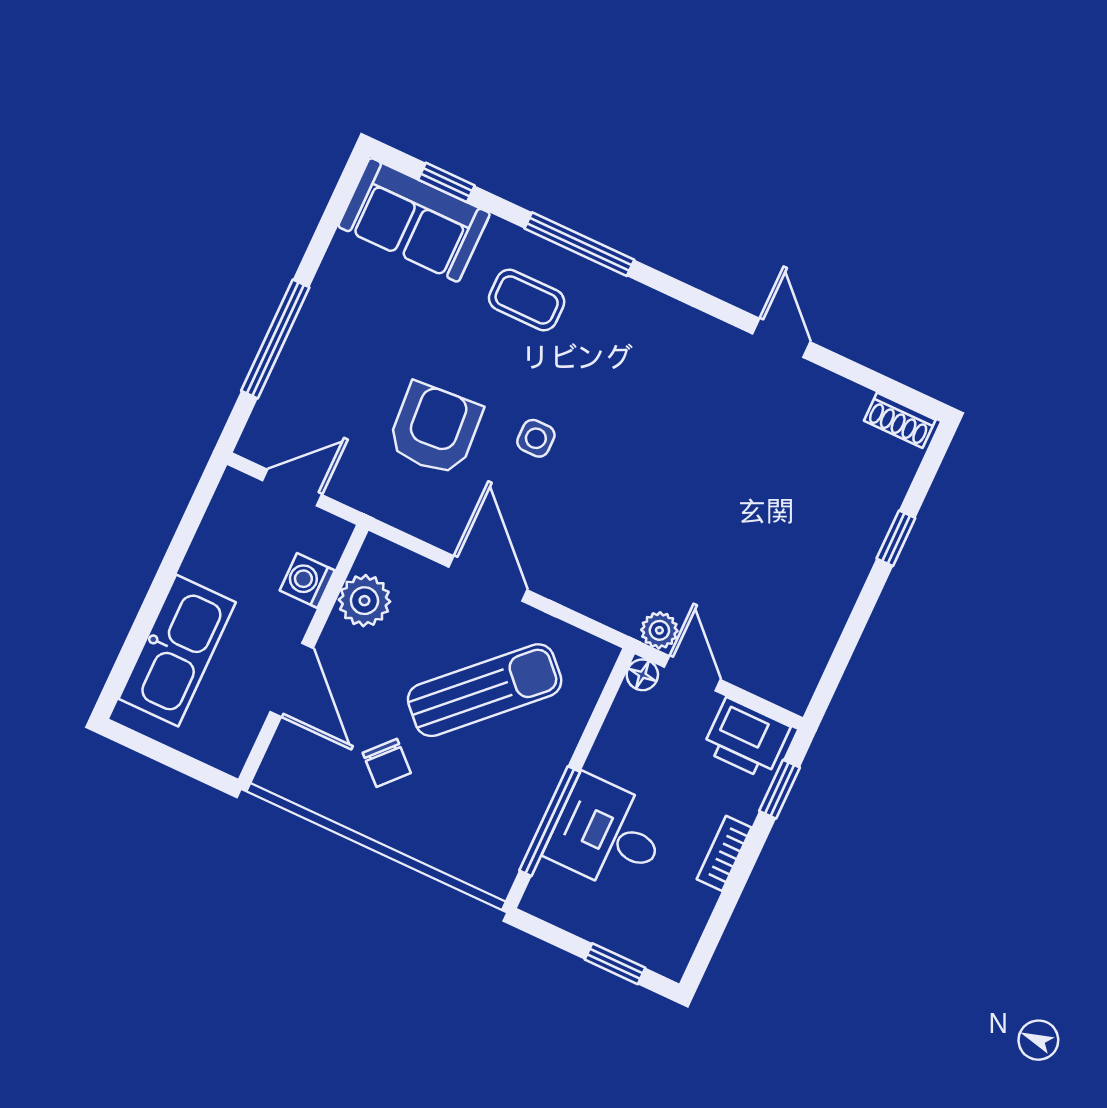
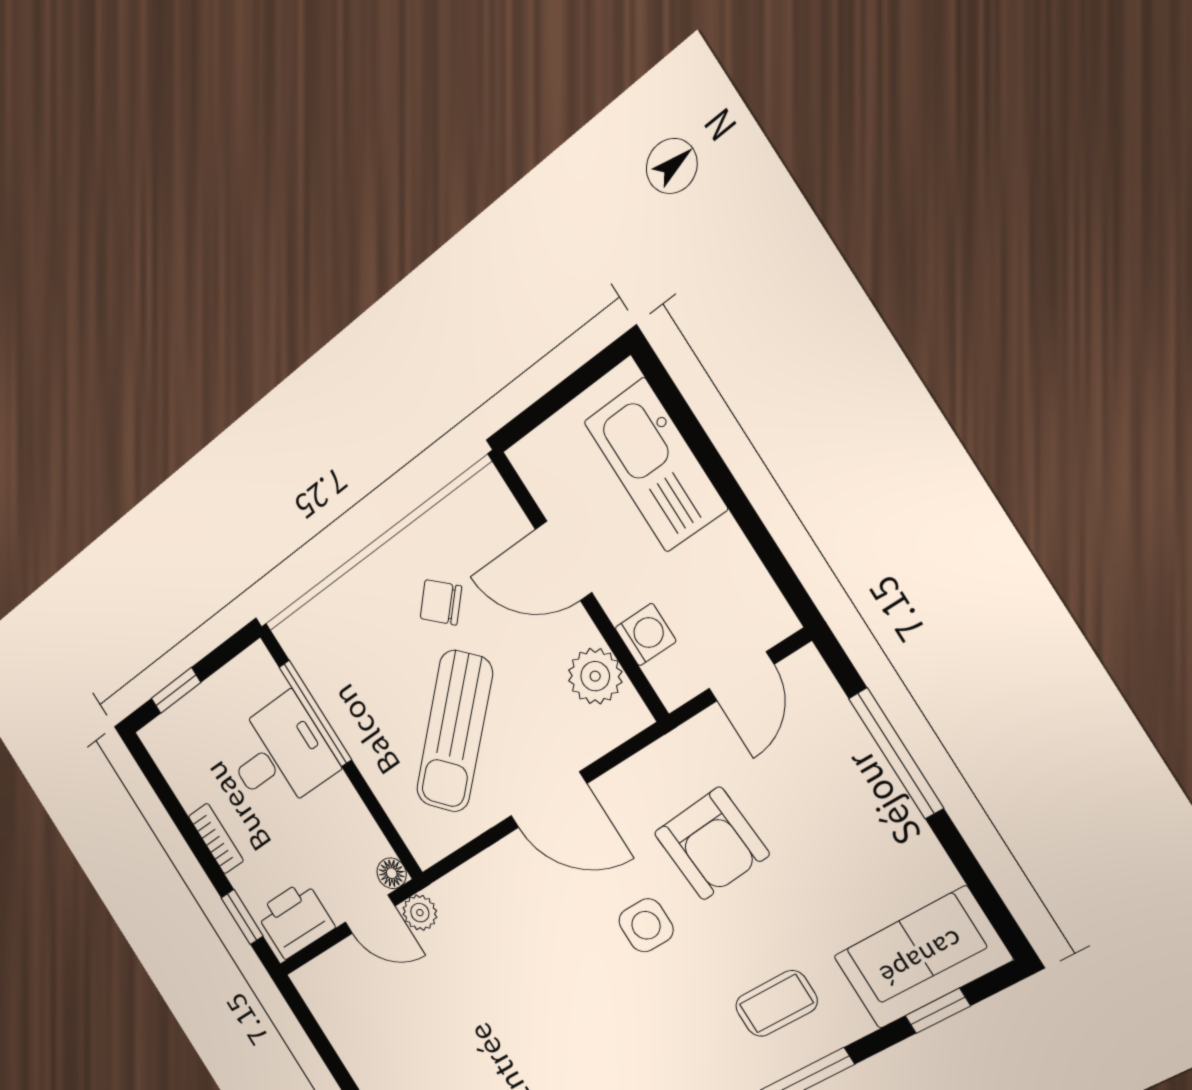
side table: (536, 438) -> (646, 925), width x1.37, depth x1.37

